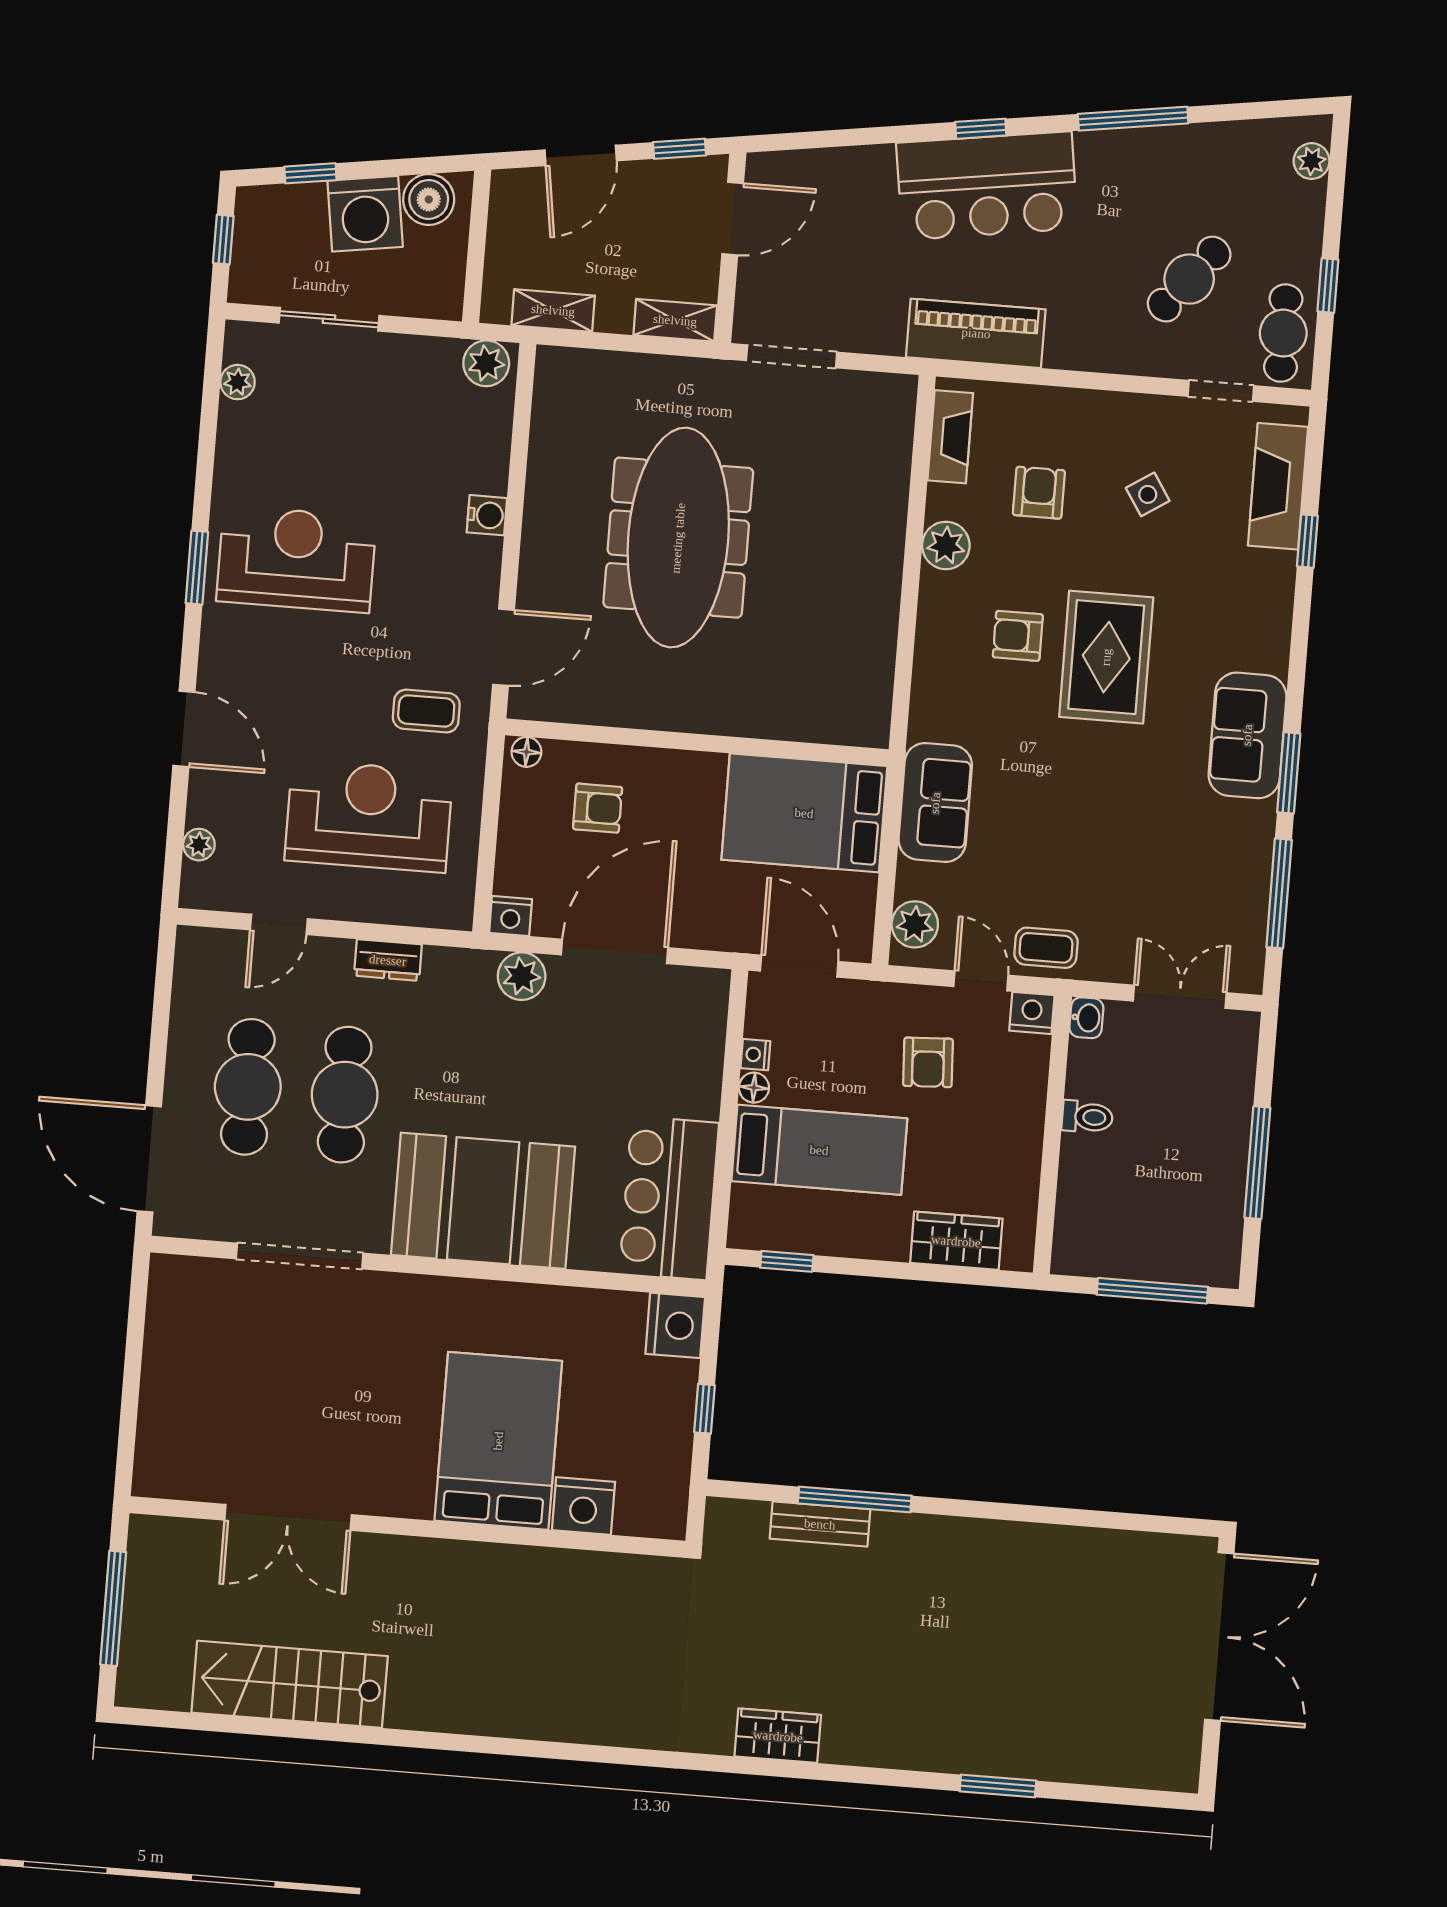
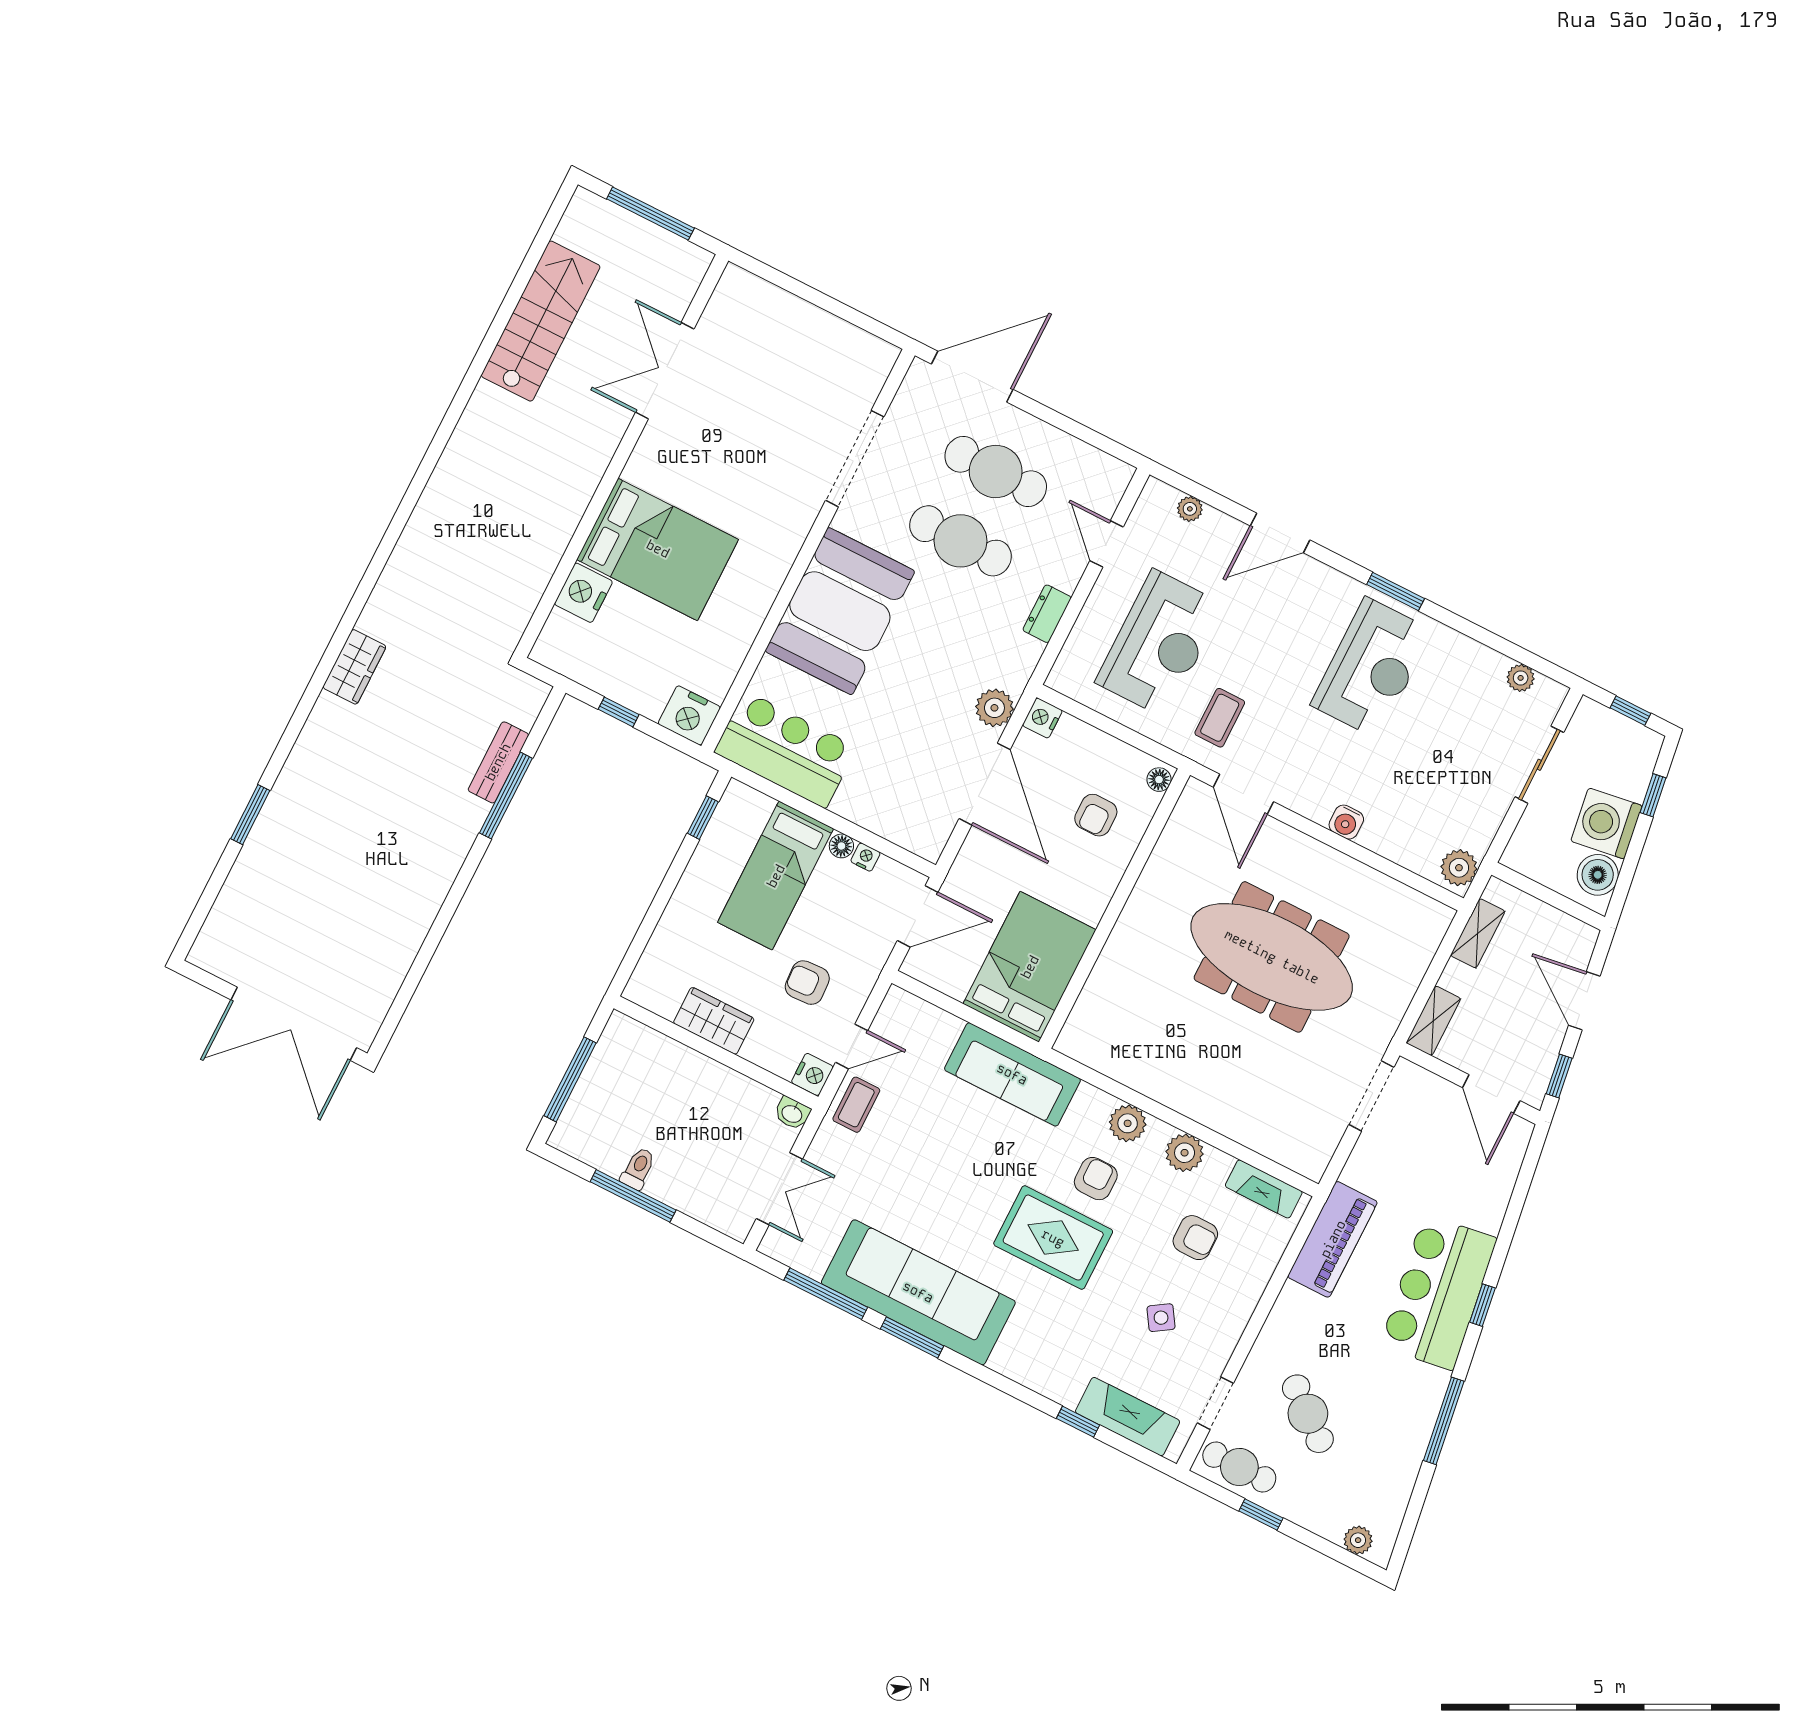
sofa: (1247, 735) -> (918, 1292), width x1.85, depth x1.27
sofa: (935, 803) -> (1012, 1074), width x1.36
plant: (915, 924) -> (1128, 1123), moved
toilet: (1087, 1117) -> (638, 1169), moved, turned 180
wardrobe: (956, 1241) -> (714, 1021), moved, turned -90

